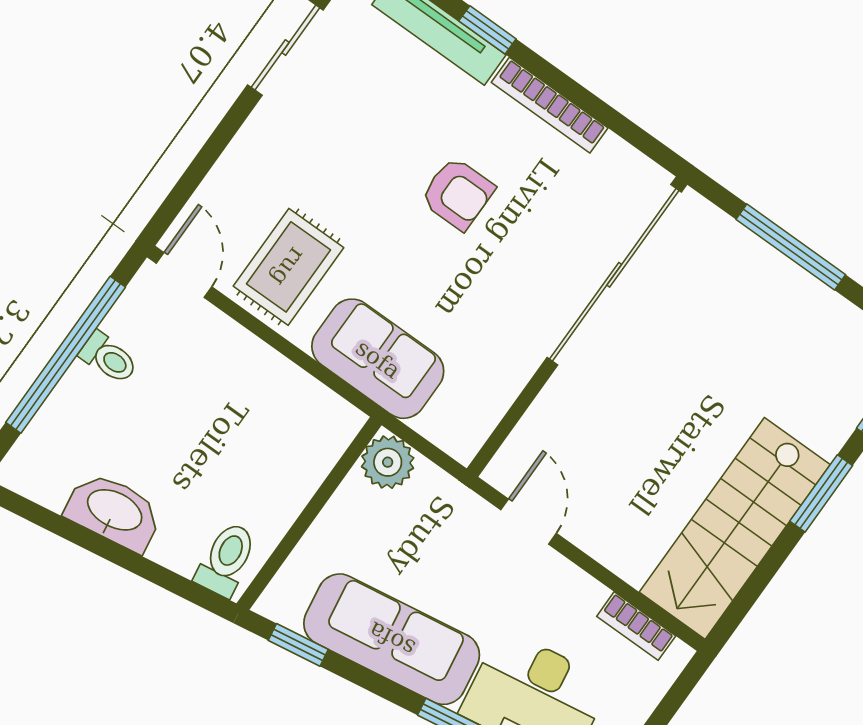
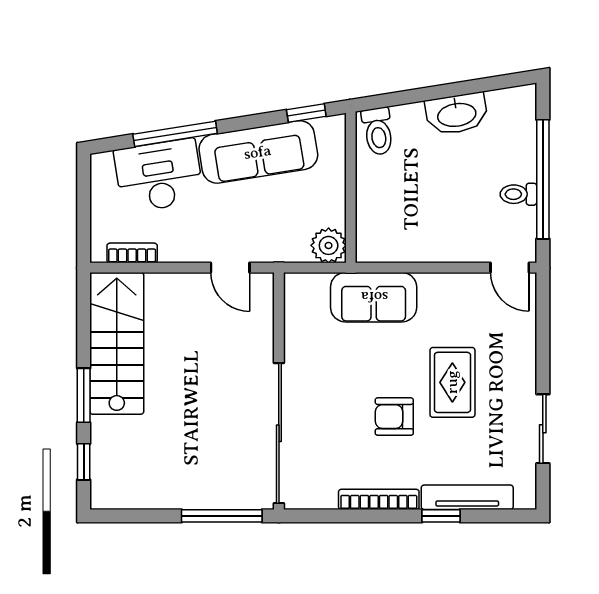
window: (791, 247) -> (222, 516), moved
rug: (288, 267) -> (452, 382), moved

